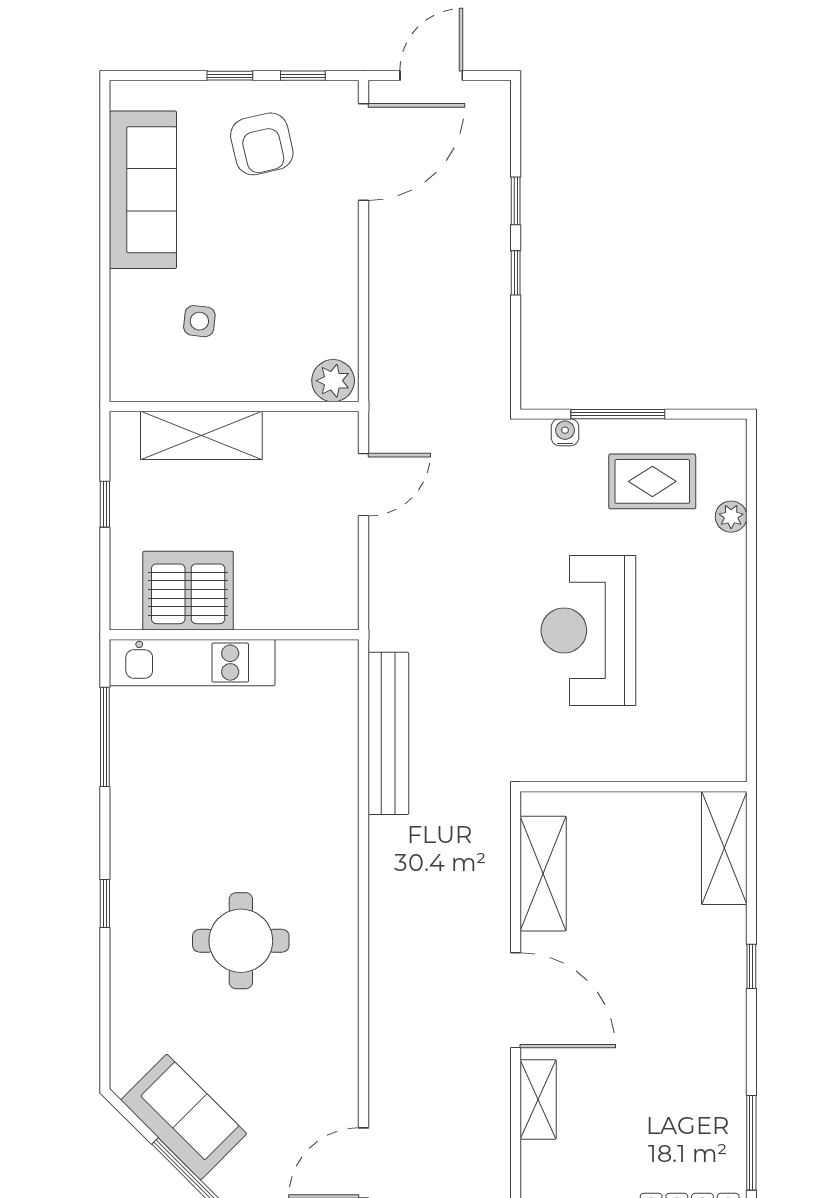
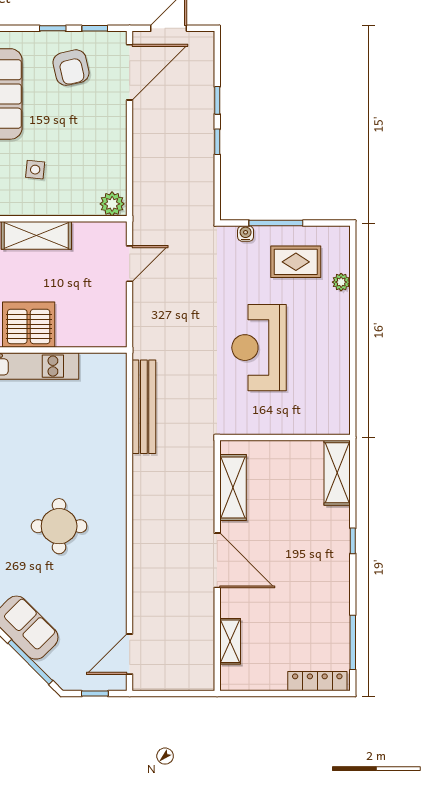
shelving: (538, 1099) -> (230, 641), moved

